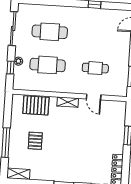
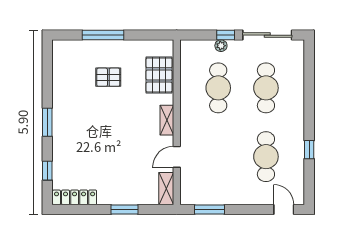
window: (11, 67) -> (226, 35), moved
cafe table: (95, 68) -> (266, 157), moved, width x1.37, depth x1.35
shelving: (18, 174) -> (166, 189), moved

